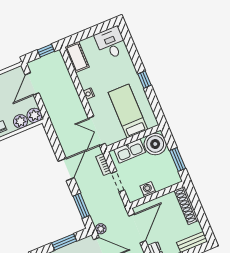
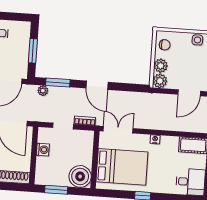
door: (32, 84) -> (189, 93), swing flipped
bed: (128, 111) -> (122, 167), width x1.50
kitchen sink: (130, 151) -> (85, 150), removed
plant: (101, 229) -> (43, 91), moved

